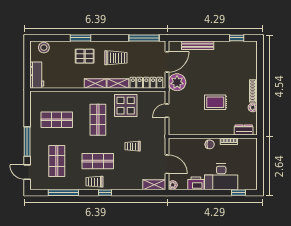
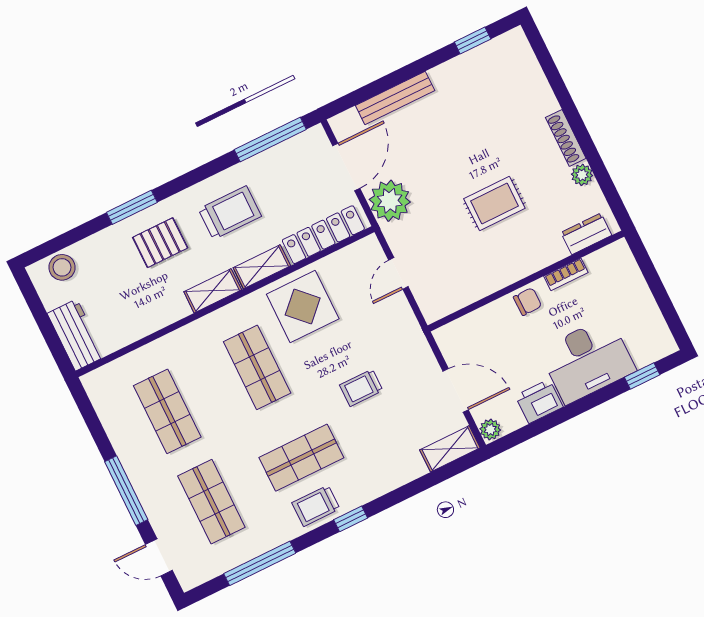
shop shelf: (57, 120) -> (167, 411), turned 90

